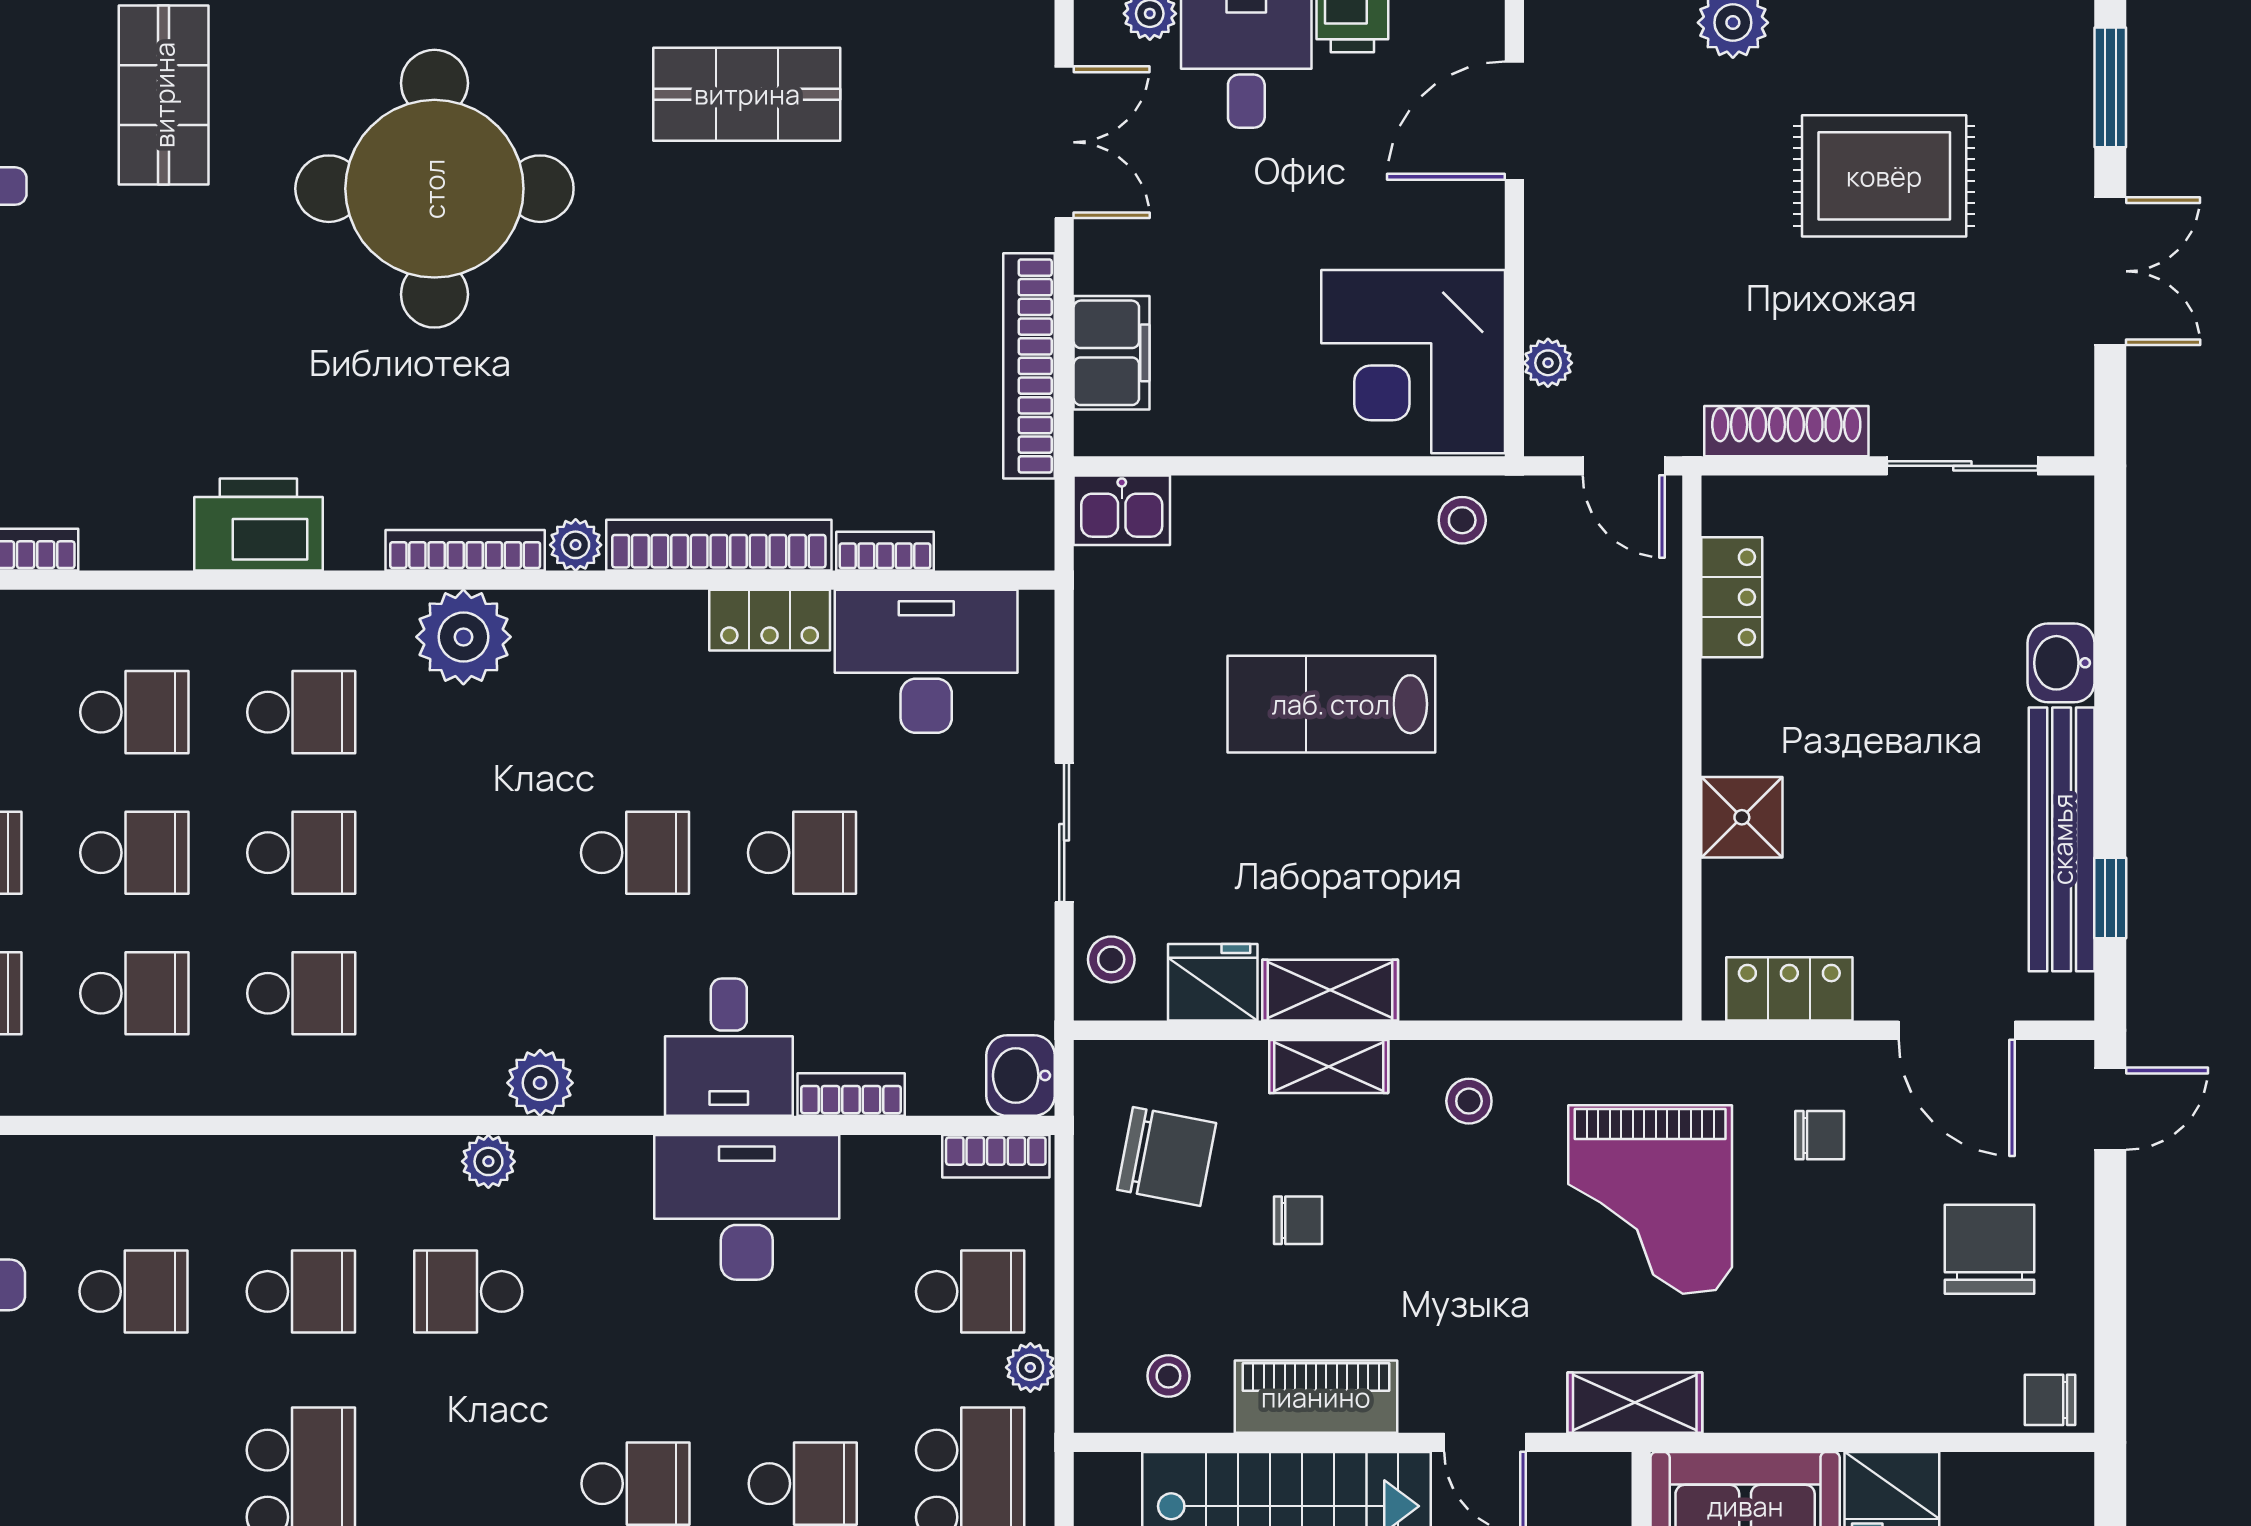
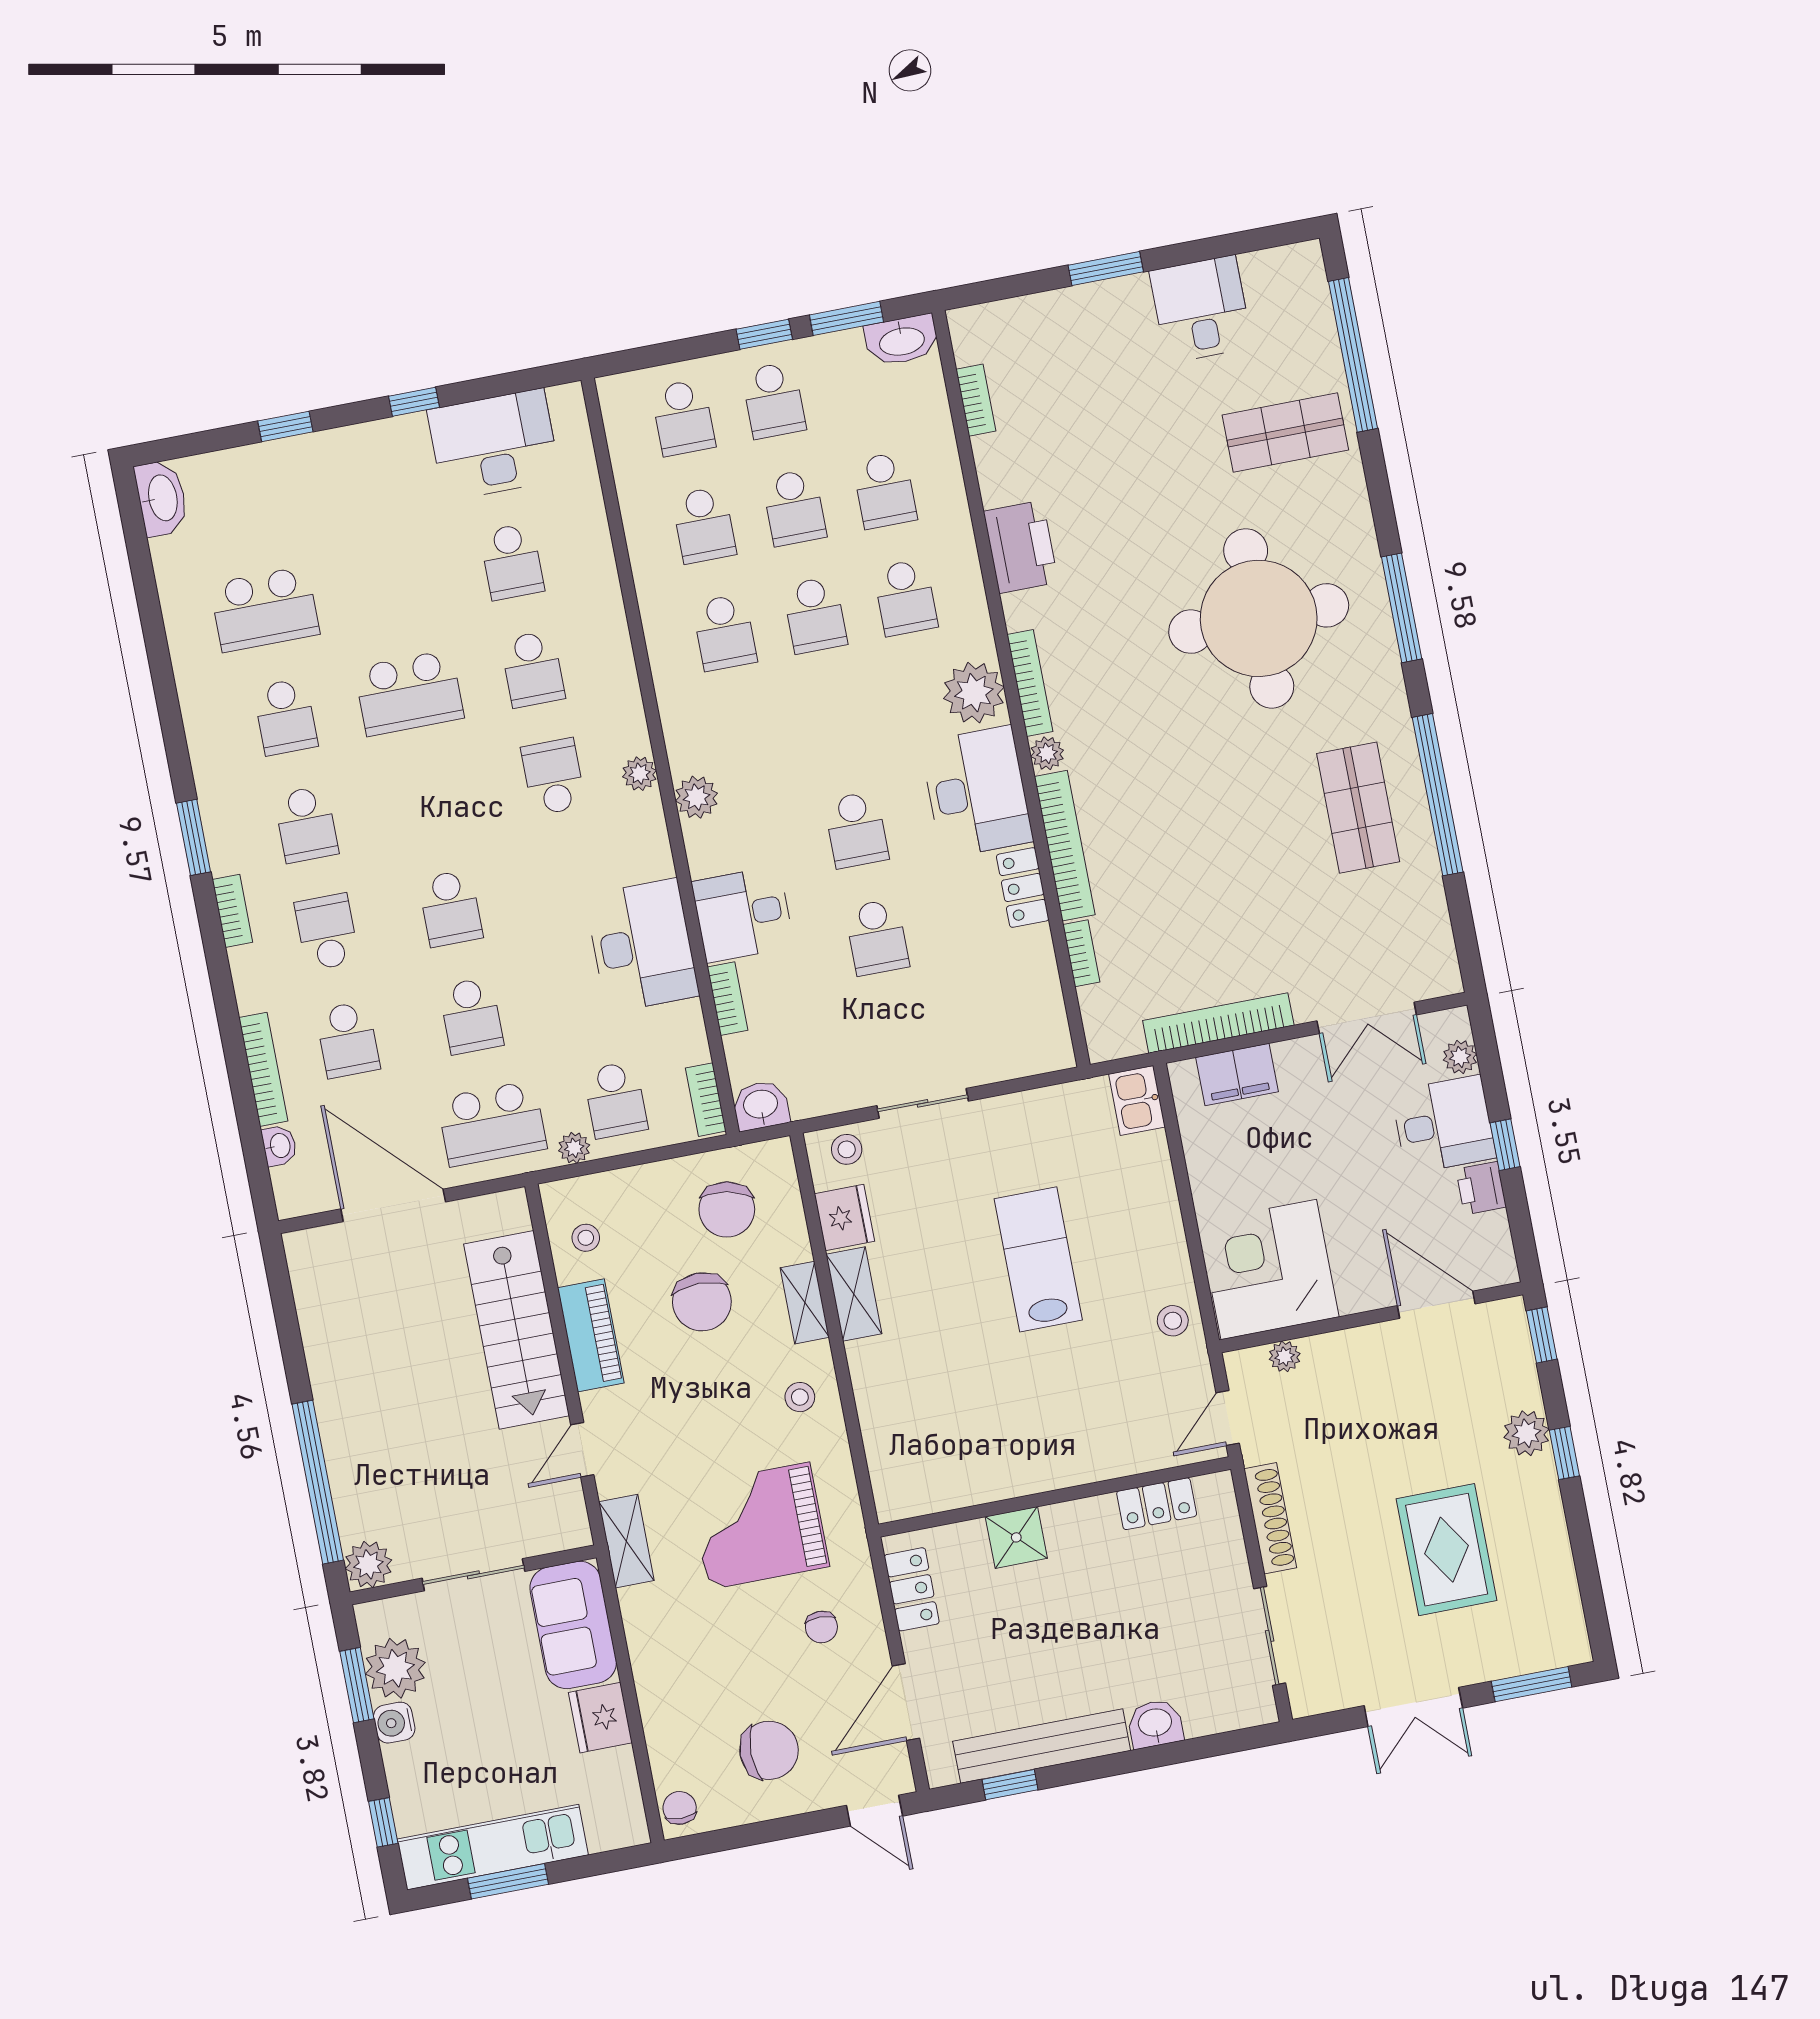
desk: (926, 661) -> (977, 792), moved
chair: (1298, 1220) -> (702, 1302), width x1.87, depth x1.87

